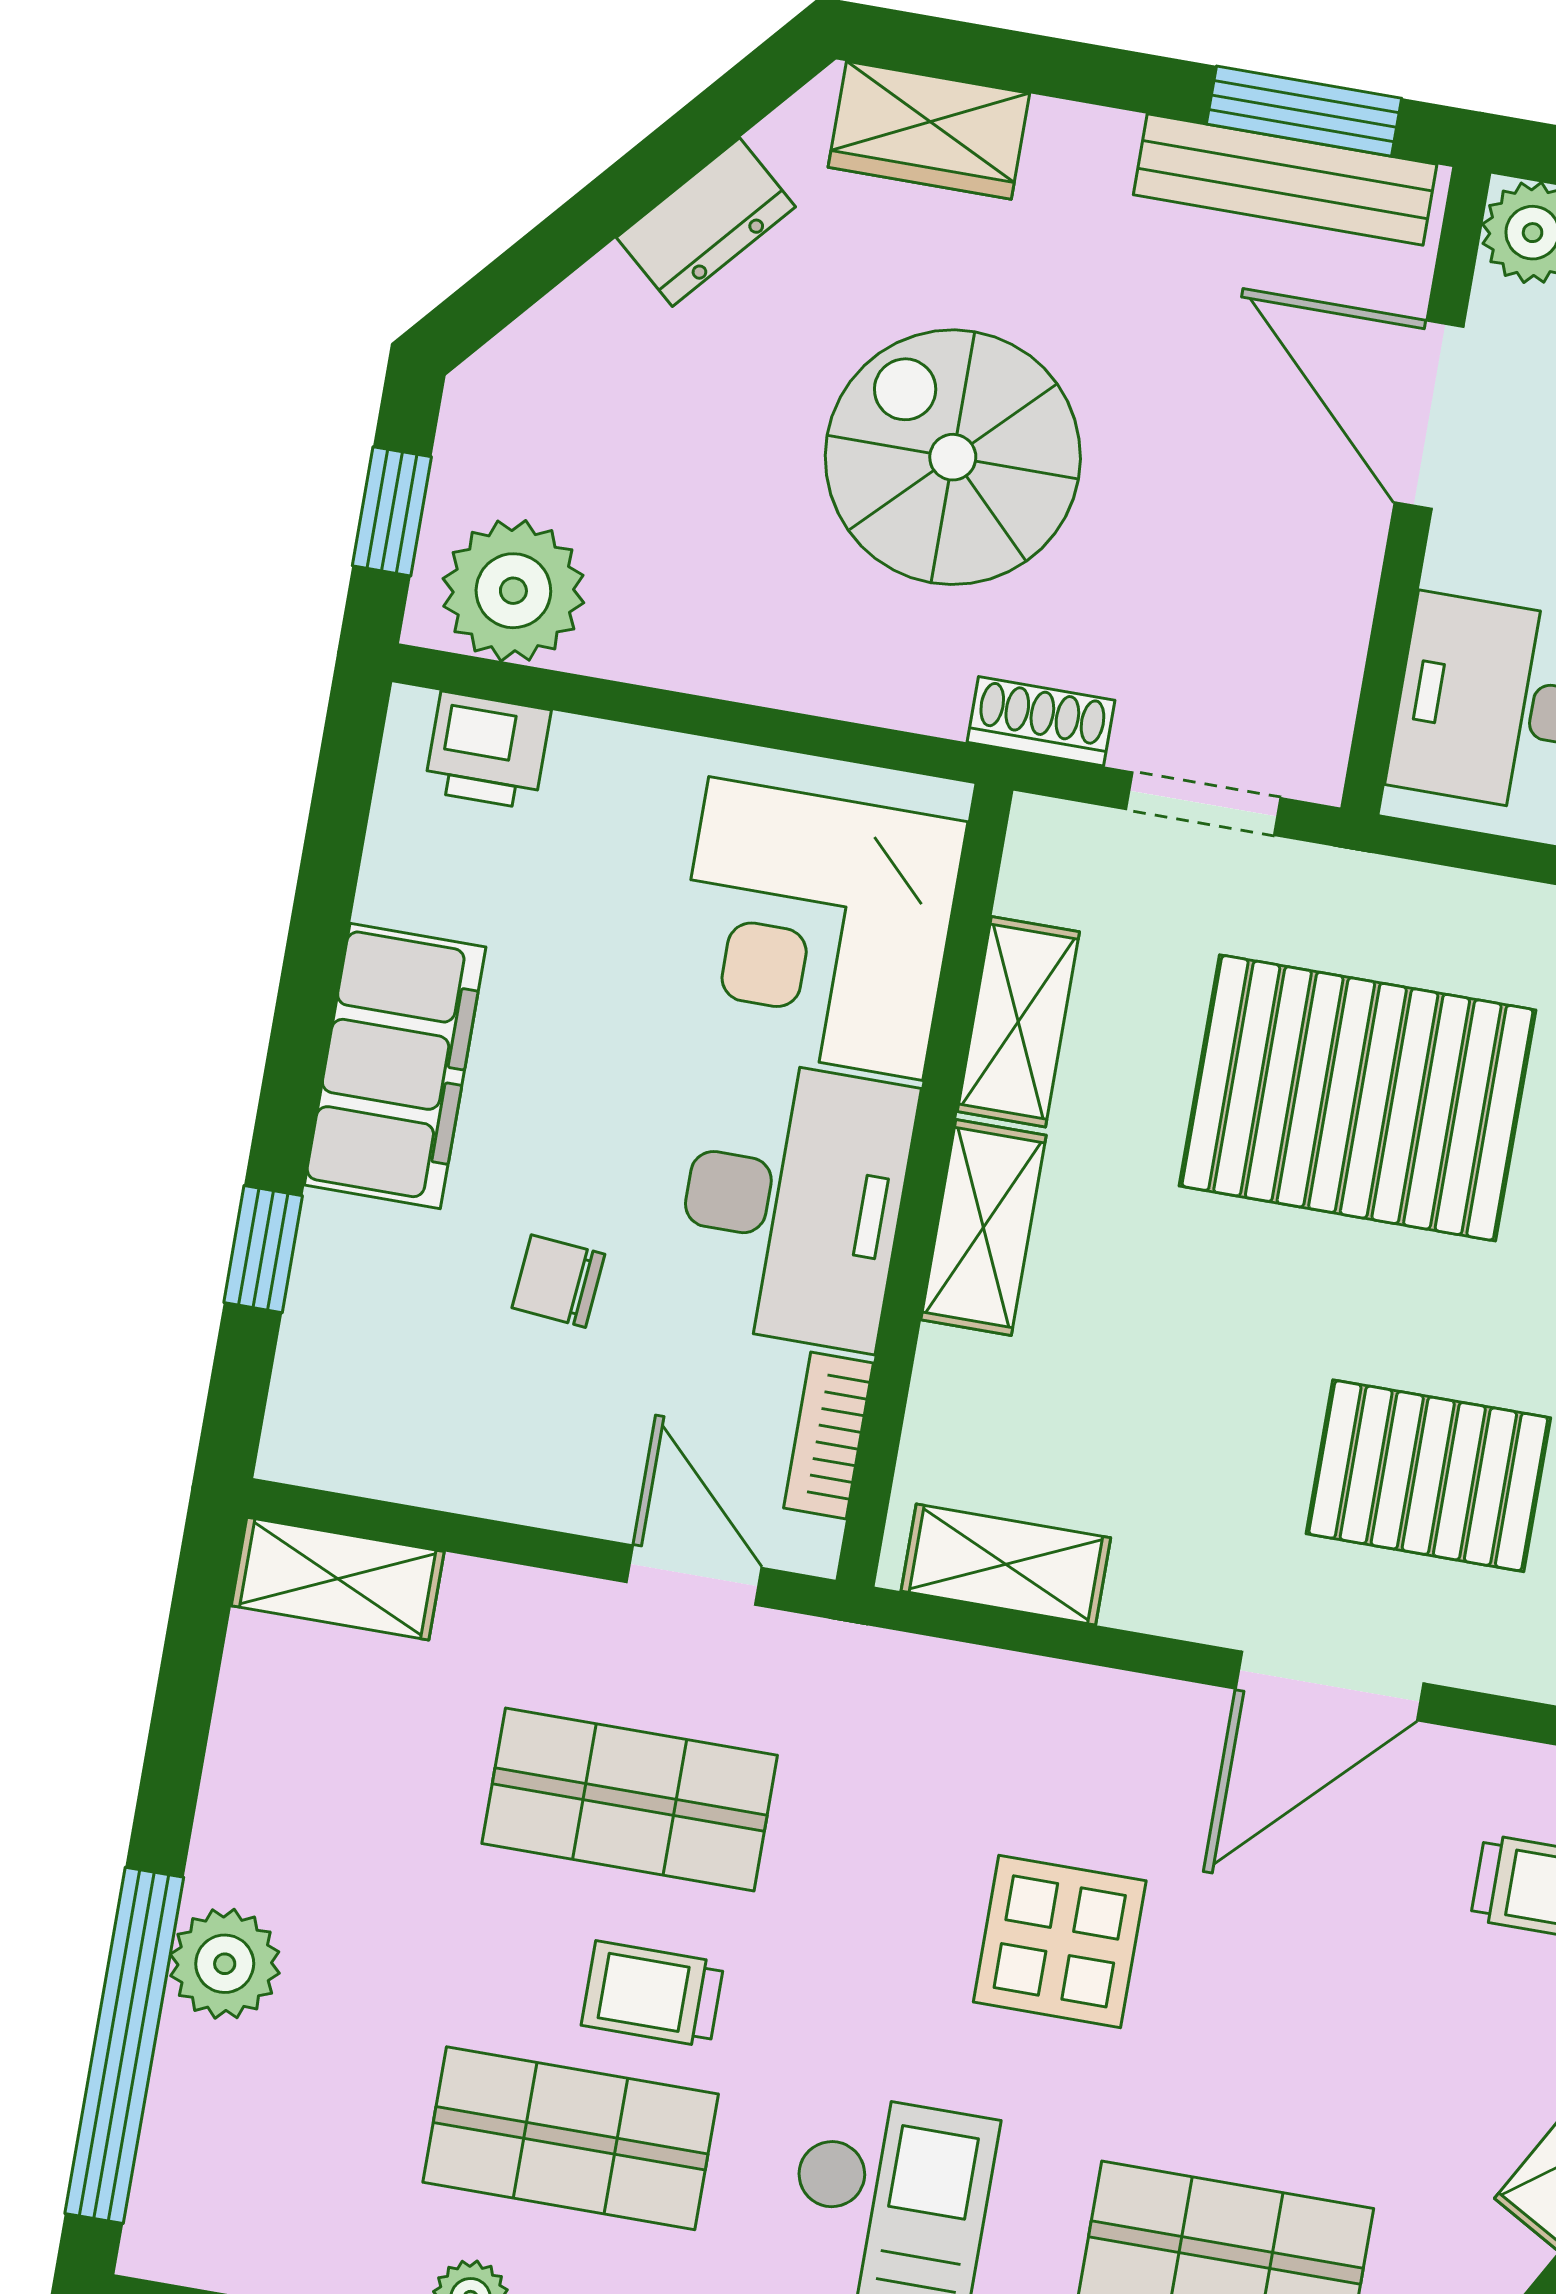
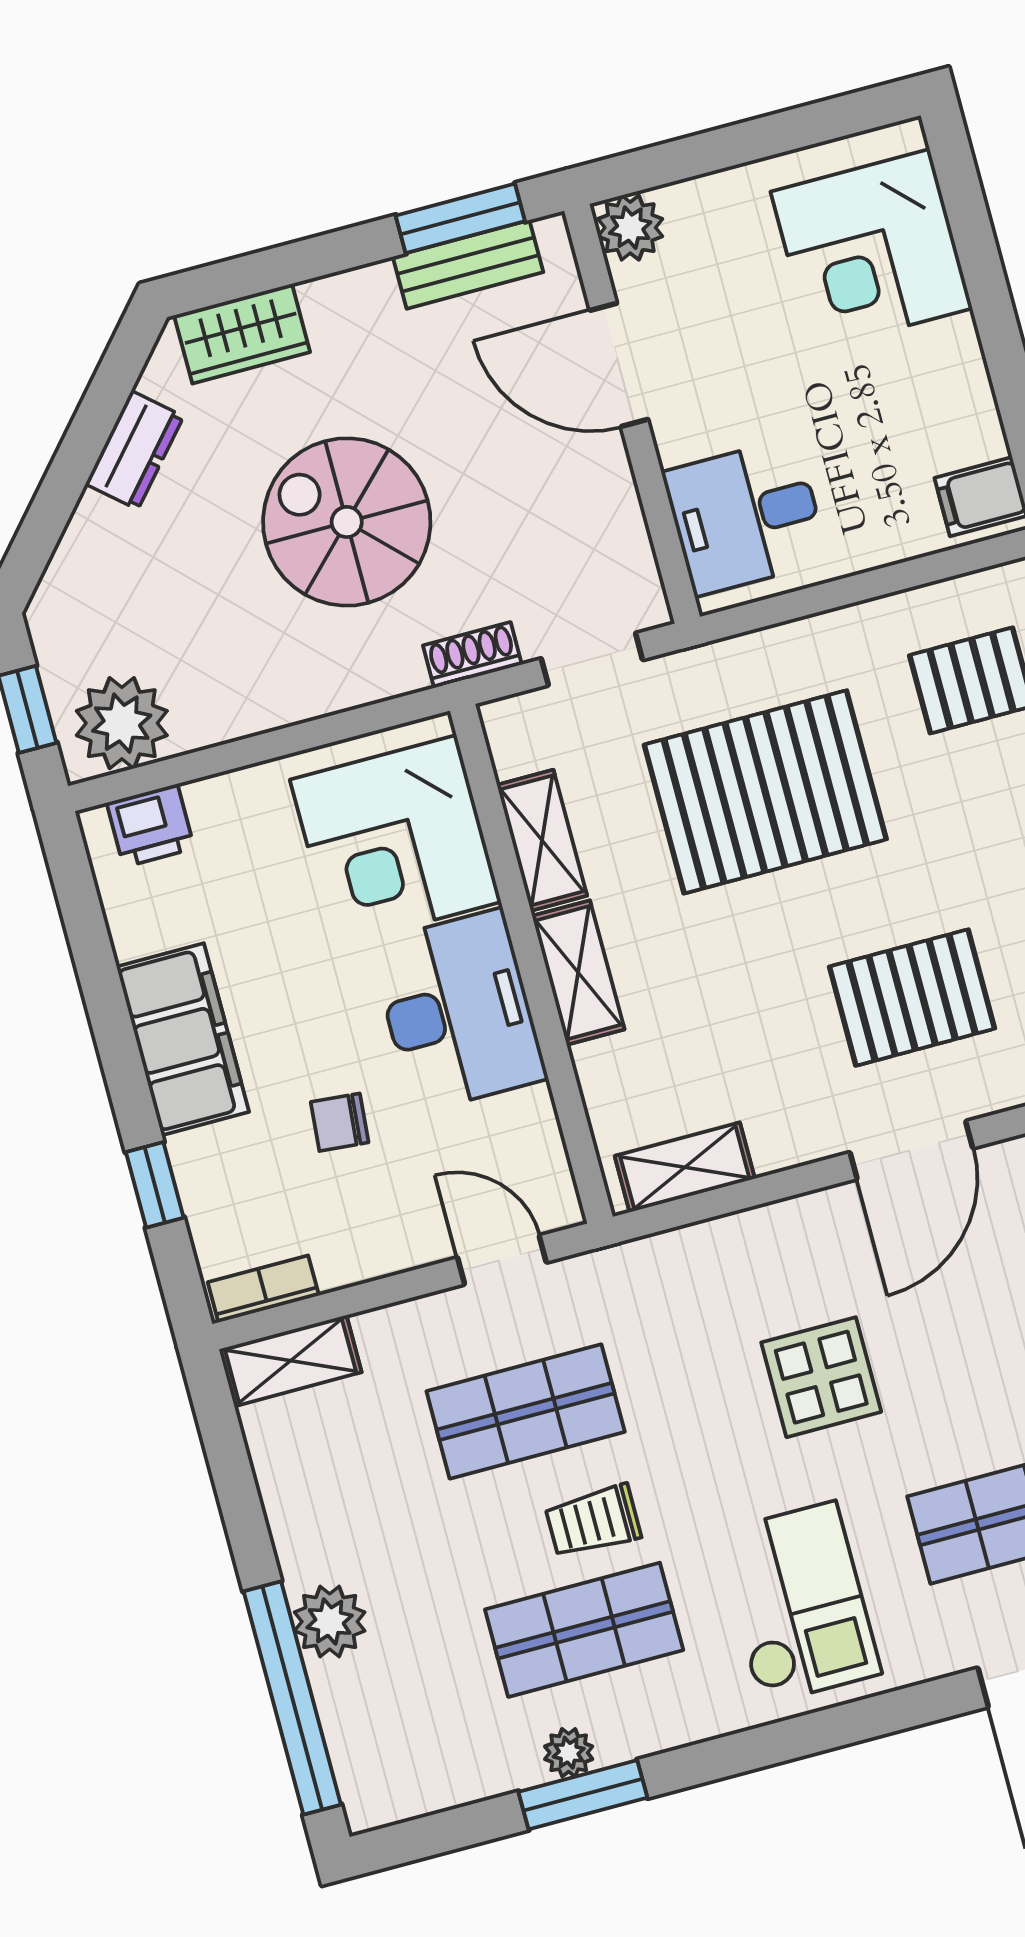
bench: (1285, 179) -> (468, 264), width x0.73
bookcase: (829, 1435) -> (263, 1289), moved, turned 90

